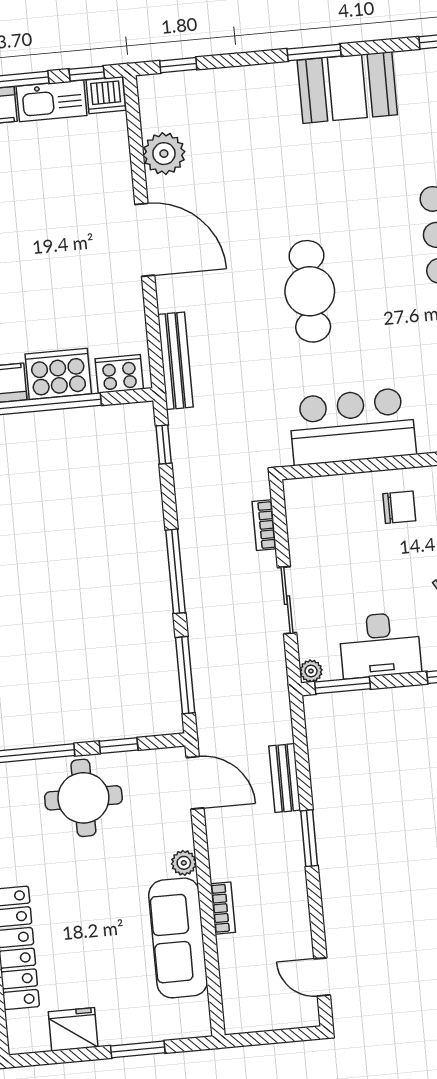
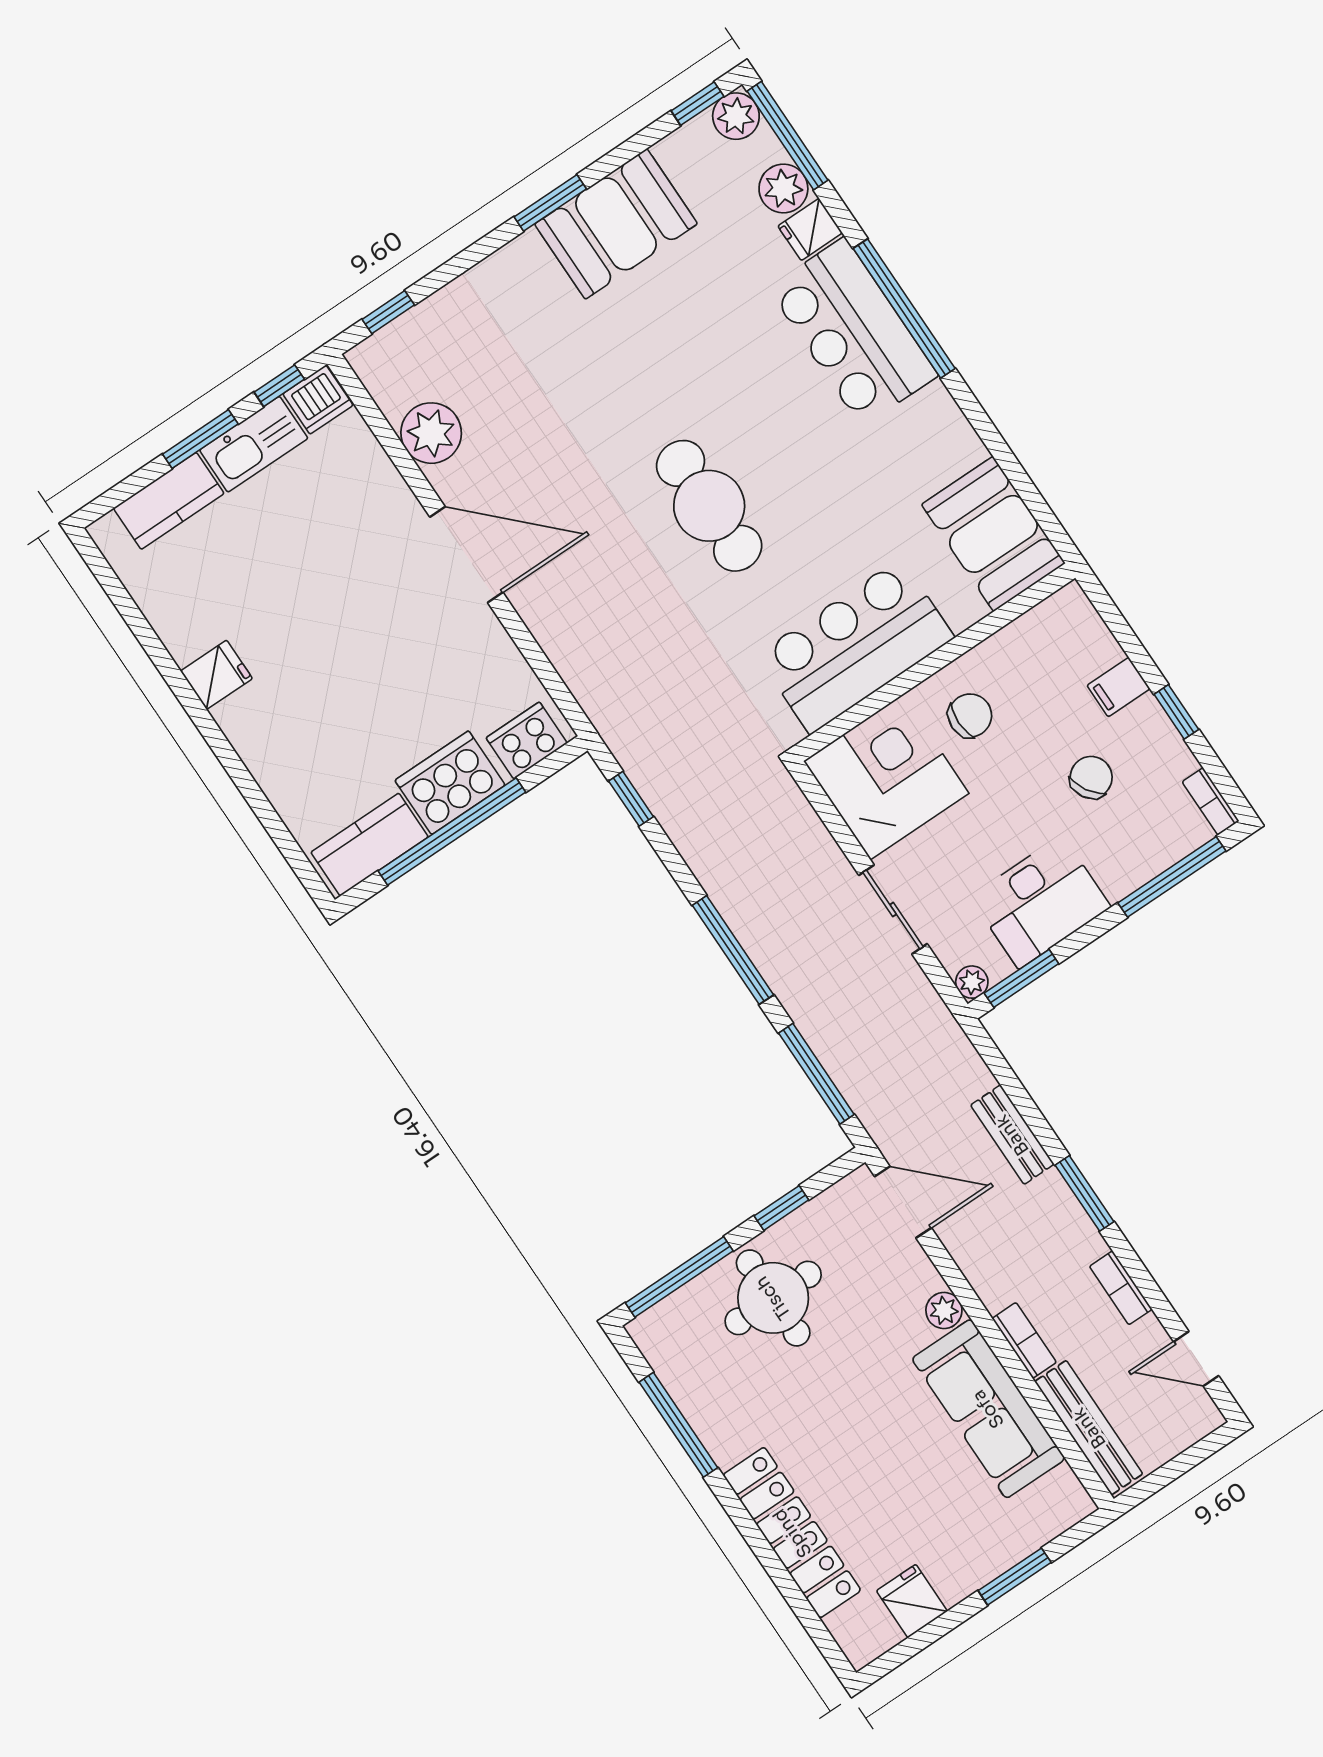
bench: (175, 361) -> (1089, 1428), moved
corner desk: (327, 517) -> (886, 777), added
bookcase: (264, 525) -> (1121, 1288), moved
fridge: (73, 1029) -> (912, 1601), width x0.72

